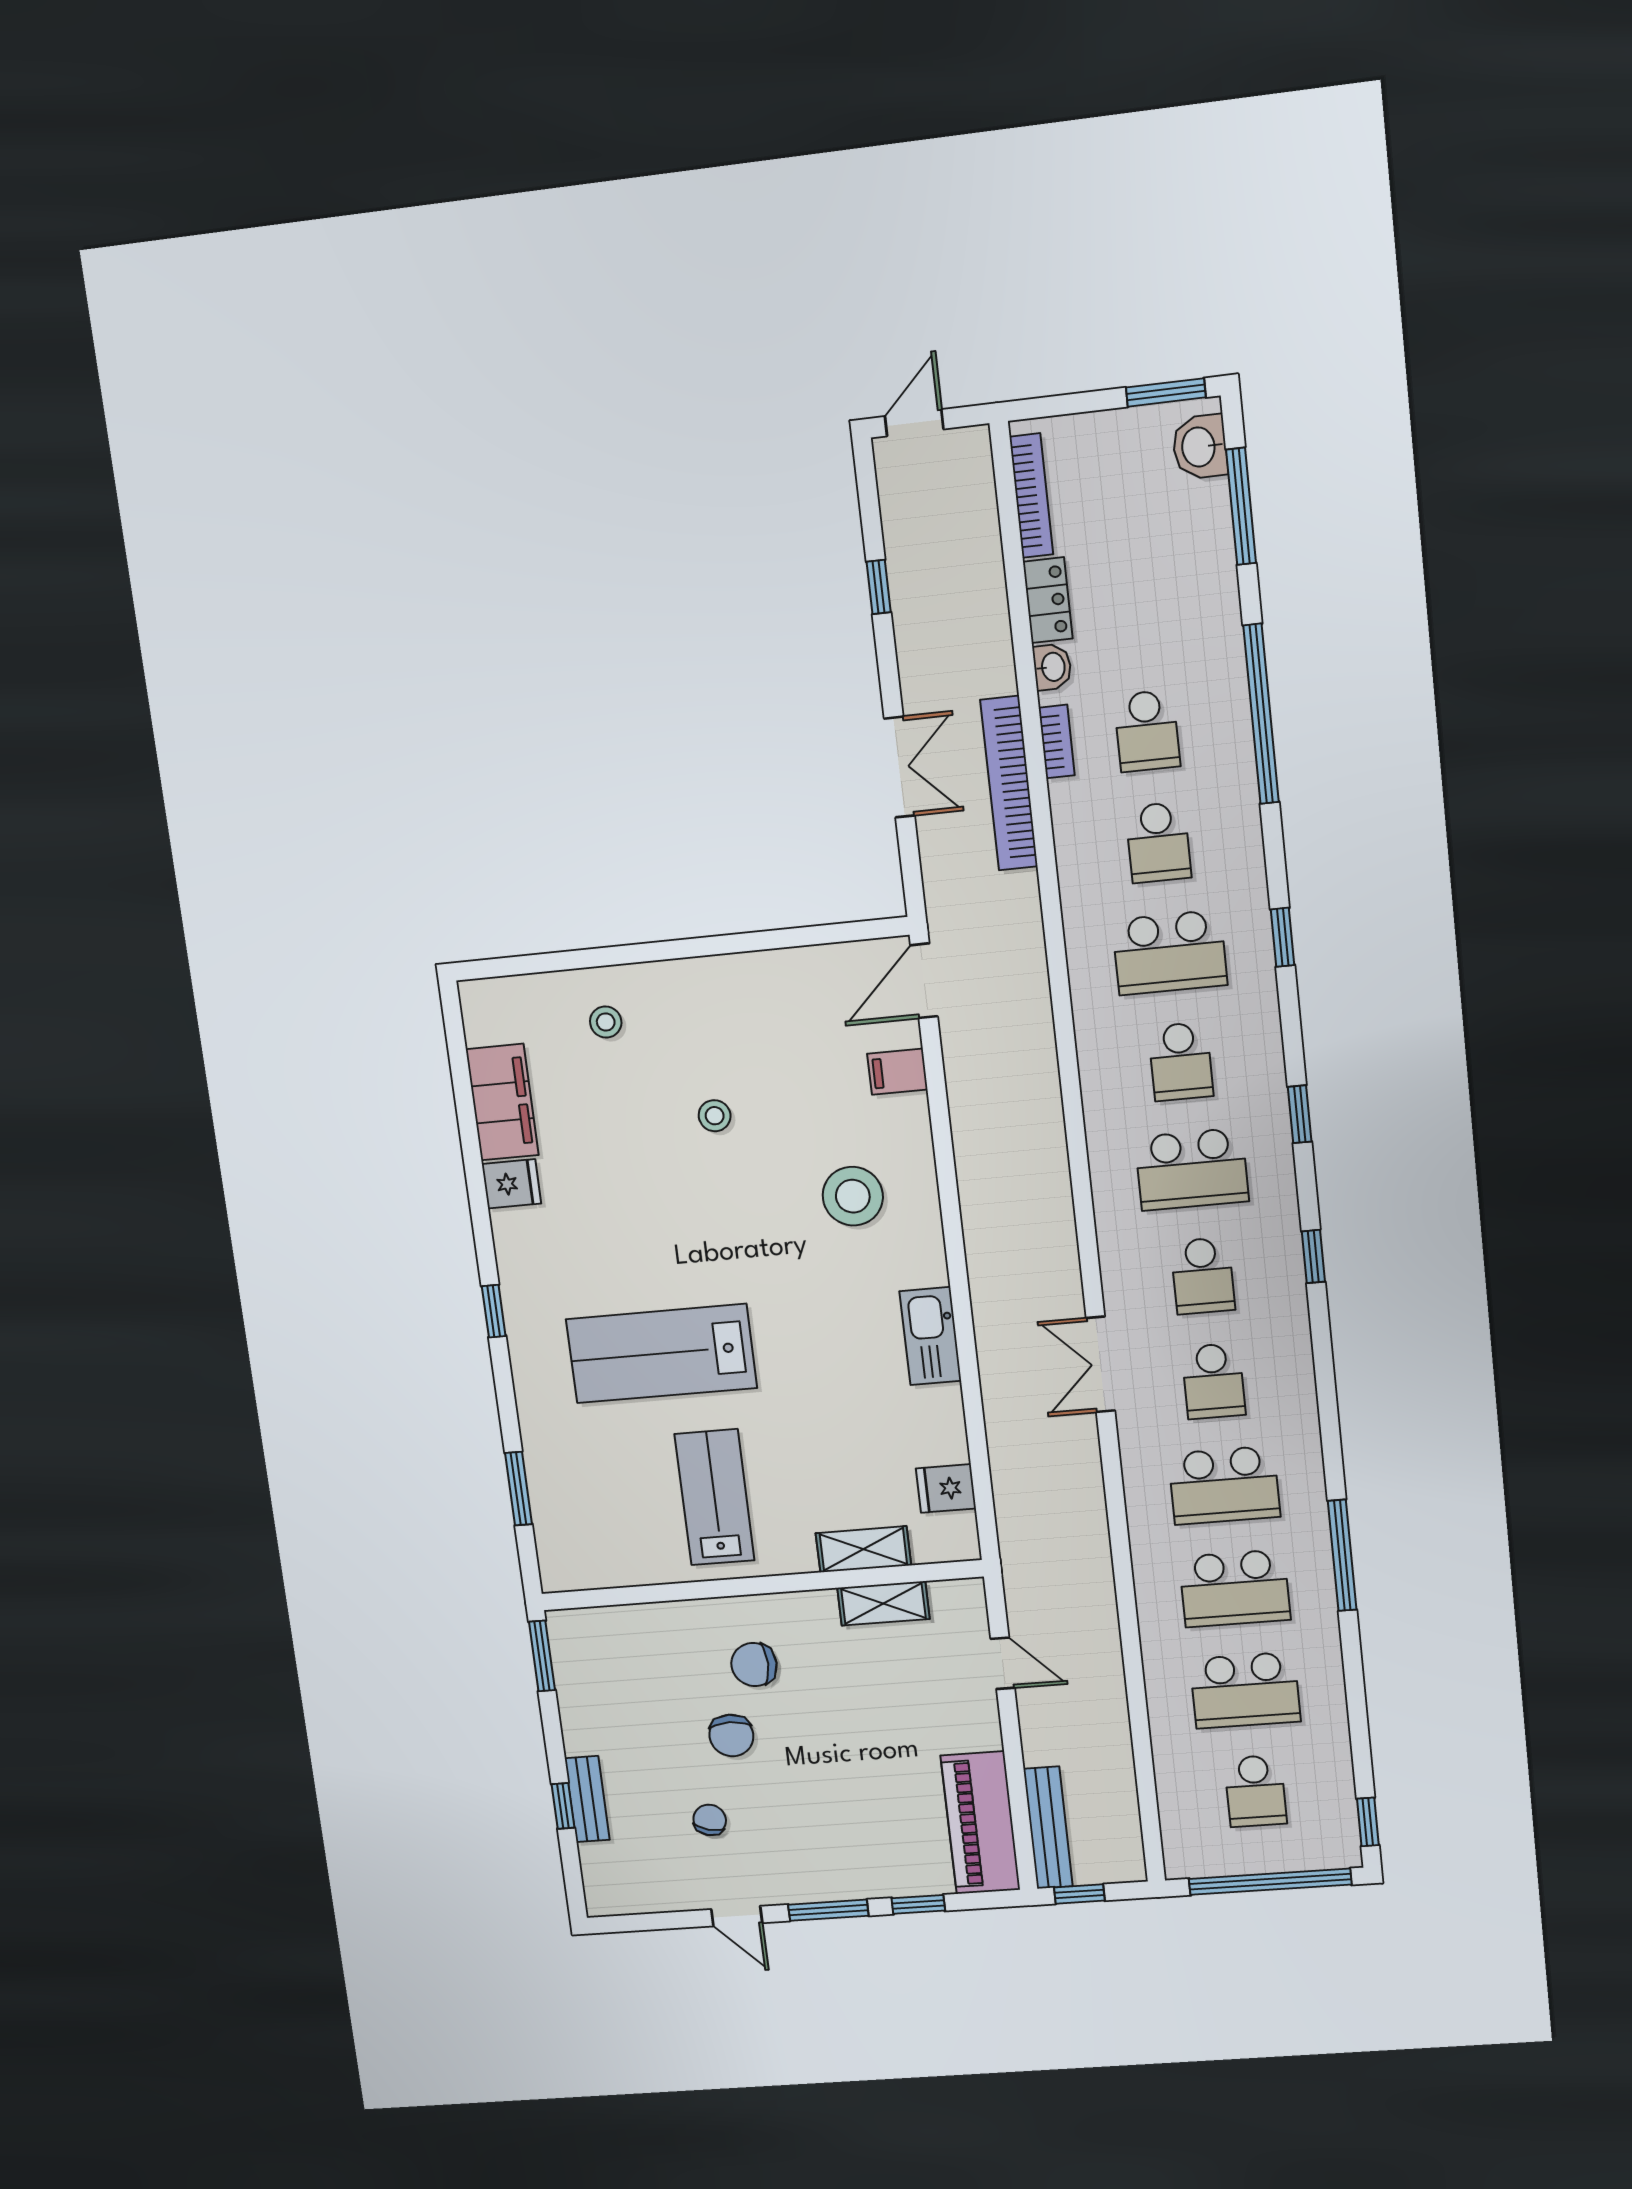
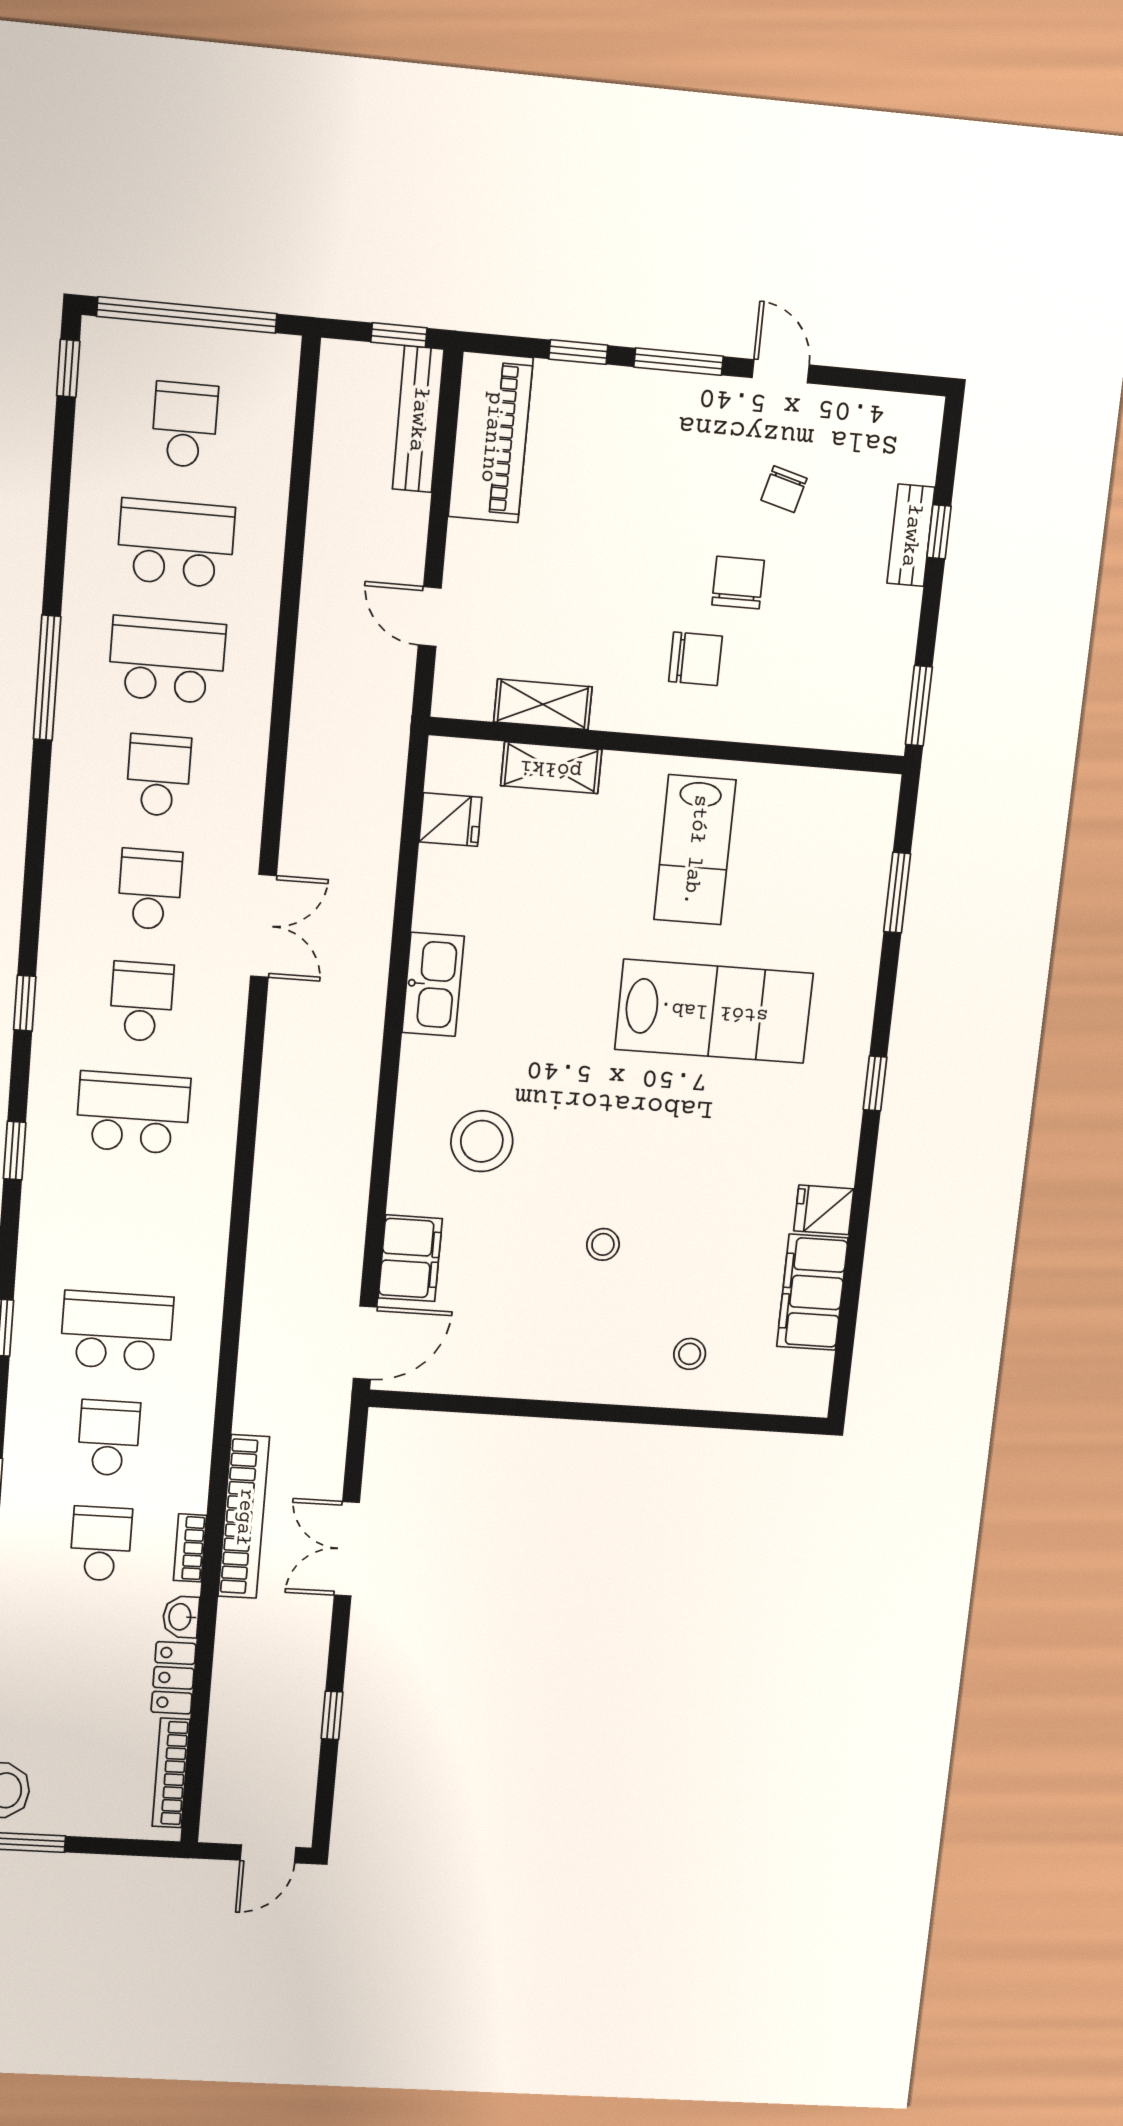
school desk: (1181, 1062) -> (125, 1222), removed
filing cabinet: (897, 1072) -> (410, 1258), width x2.00
school desk: (1224, 1485) -> (158, 775), width x0.54

